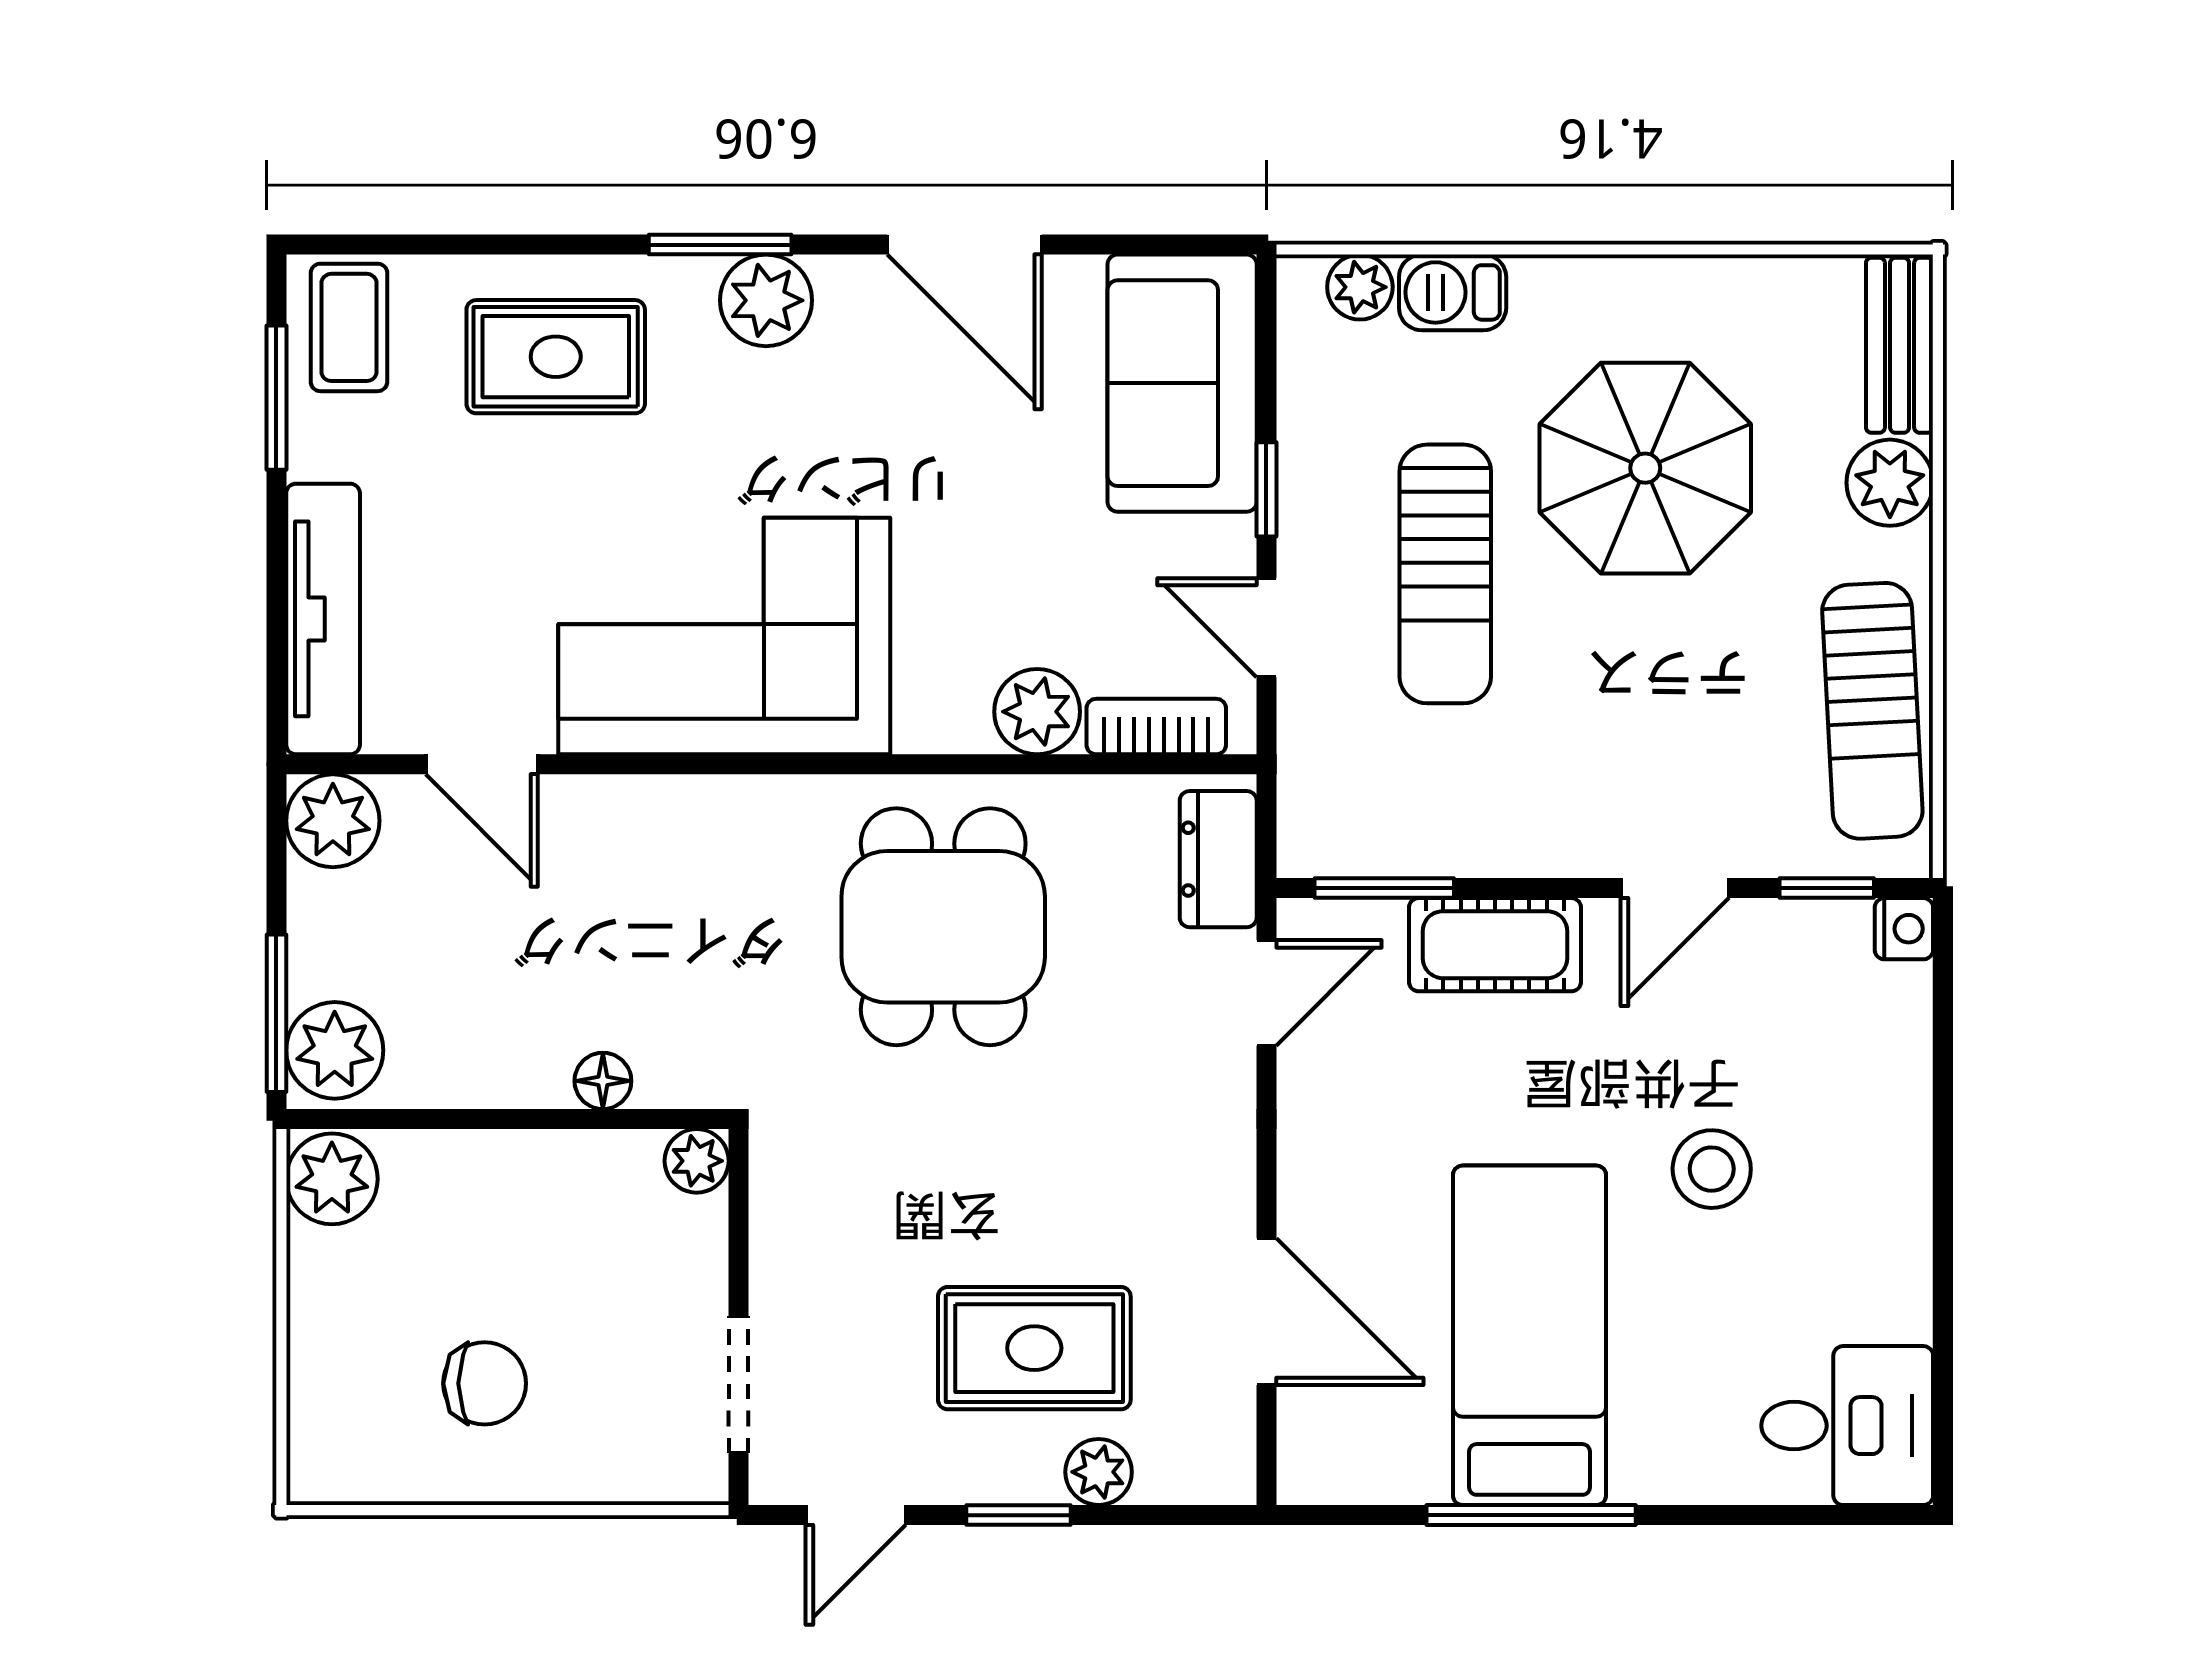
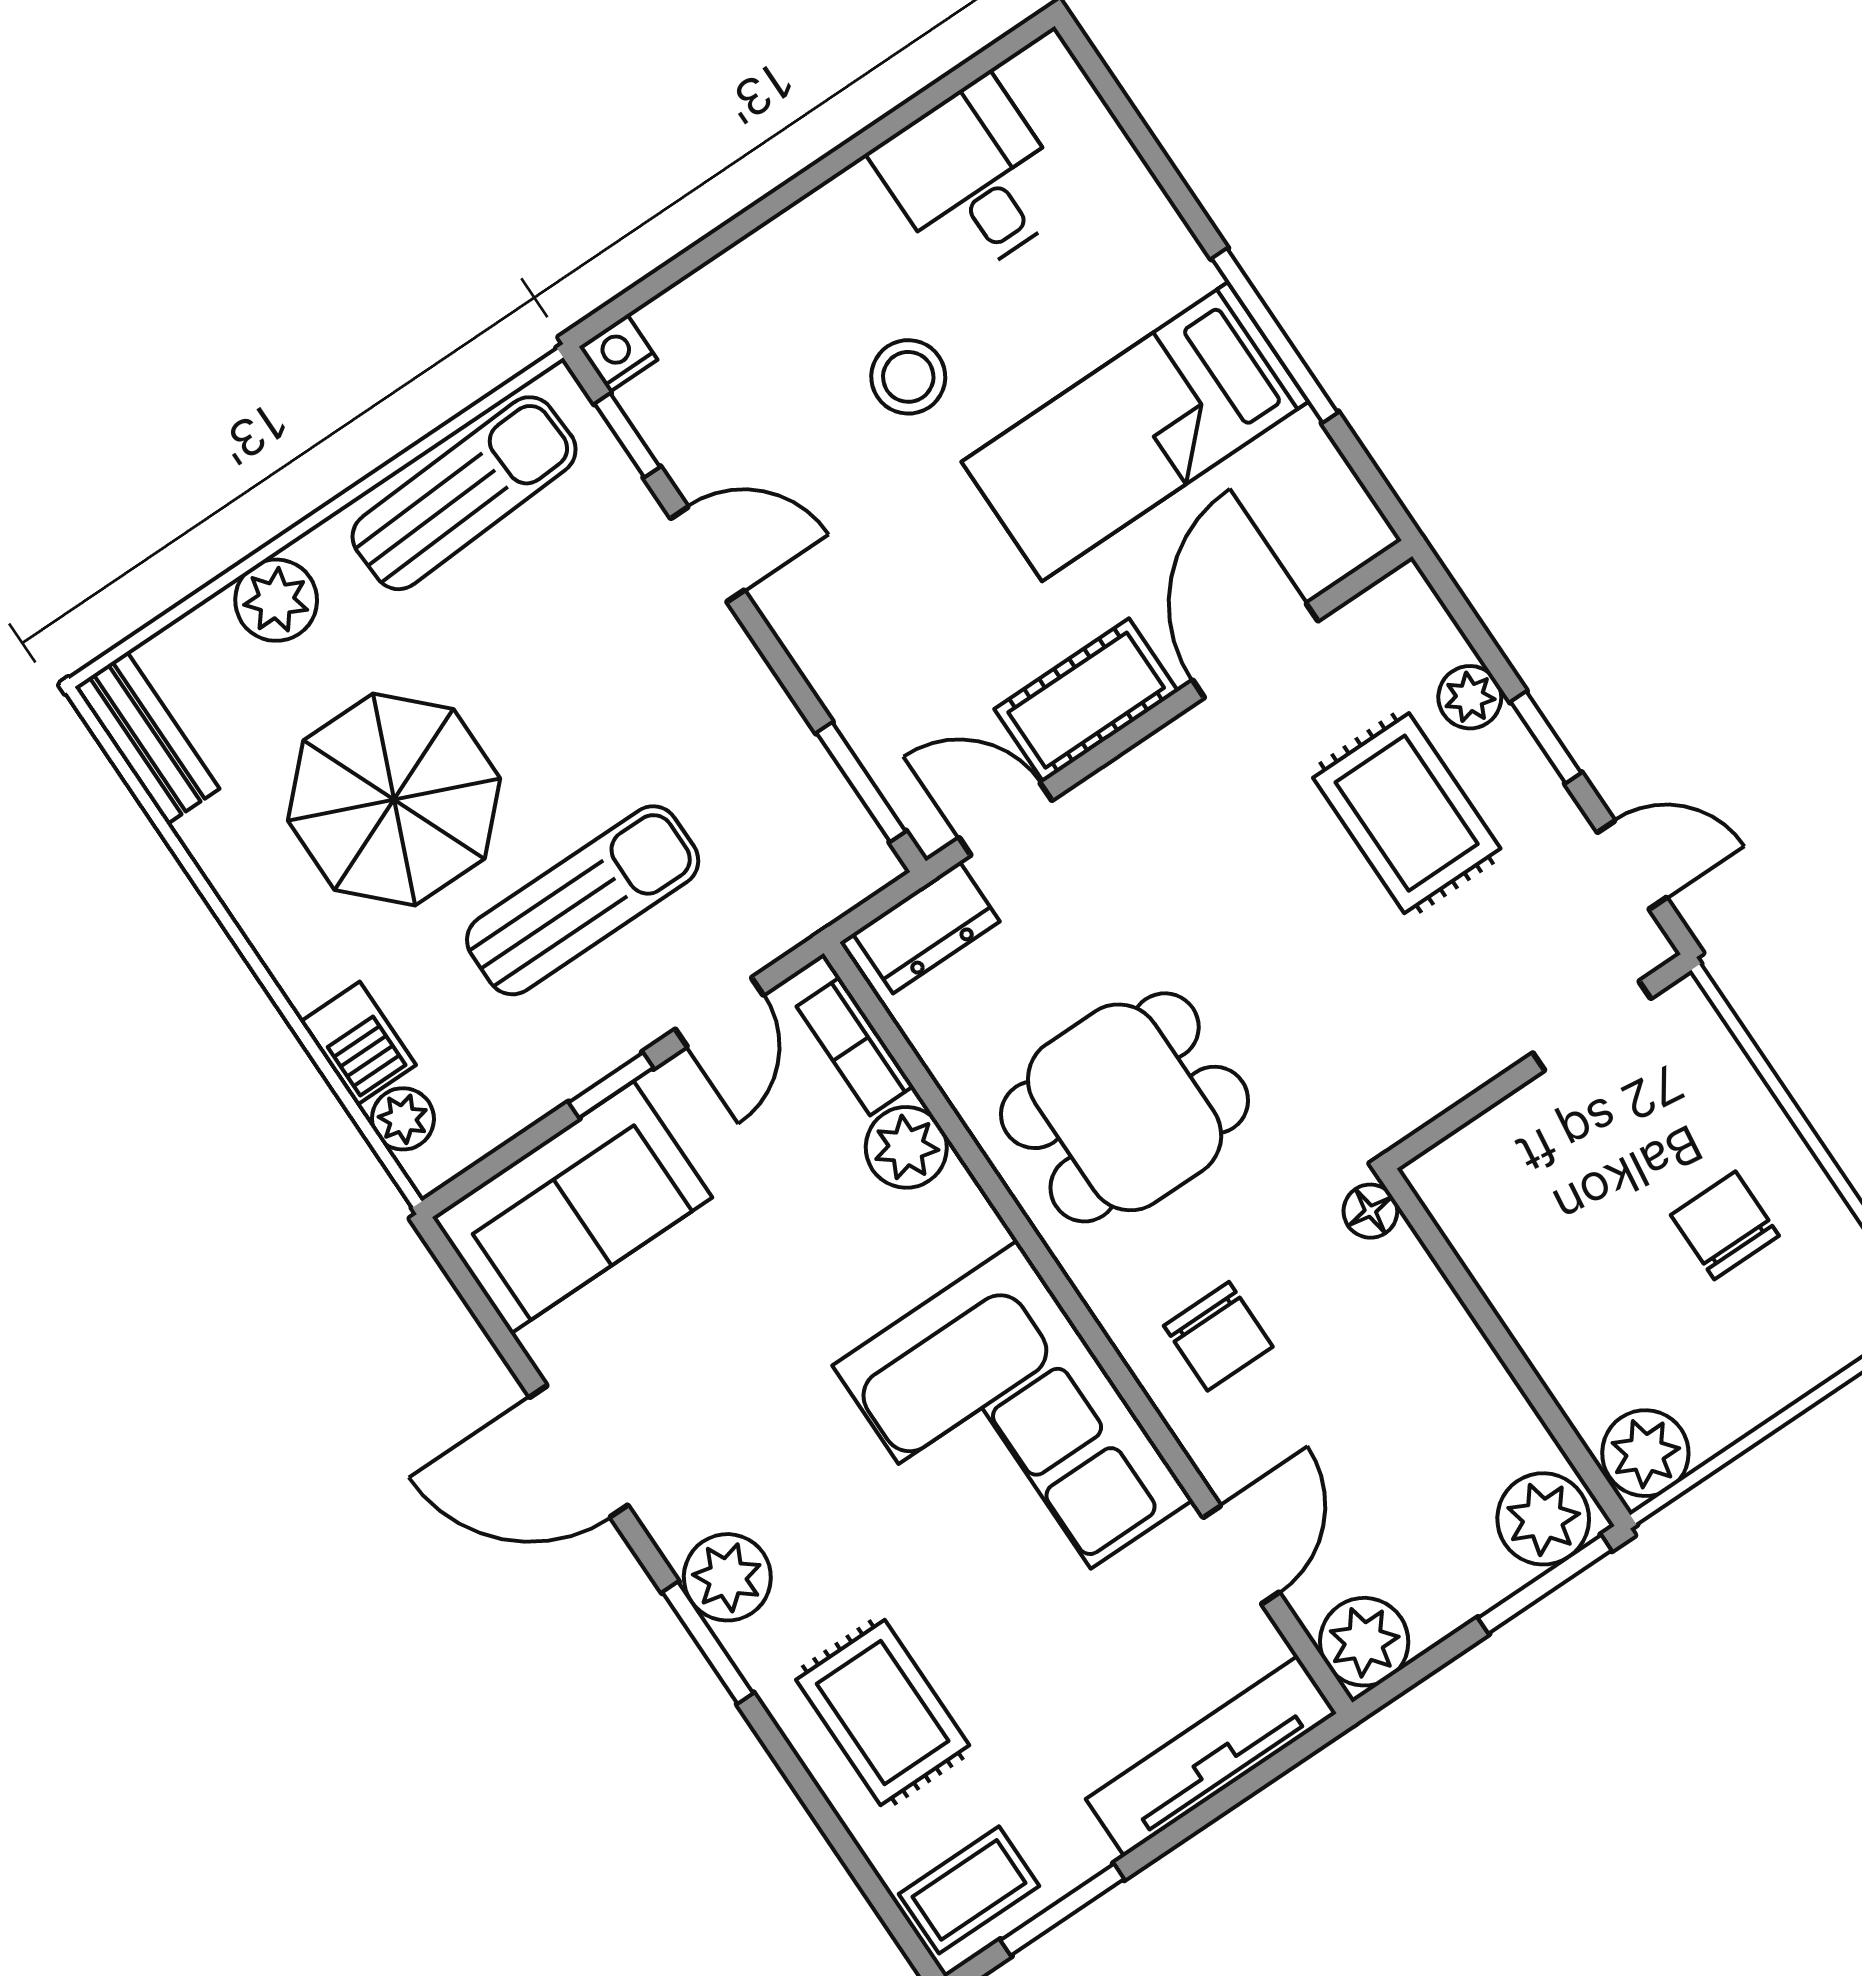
door: (965, 245) -> (579, 1451), swing flipped
bench: (1900, 345) -> (147, 738), moved, turned 90
chair: (687, 874) -> (1218, 1336), added
cot: (1495, 945) -> (1086, 700), moved, turned 90
floor lamp: (603, 1081) -> (1370, 1211), moved
plant: (697, 1161) -> (1438, 1177), removed
desk: (1847, 1426) -> (973, 179), moved

